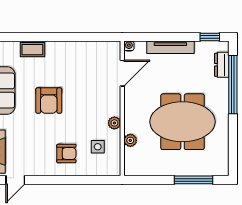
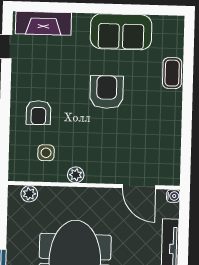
armchair: (49, 101) -> (107, 92), turned 90
plant: (130, 140) -> (29, 194), moved

